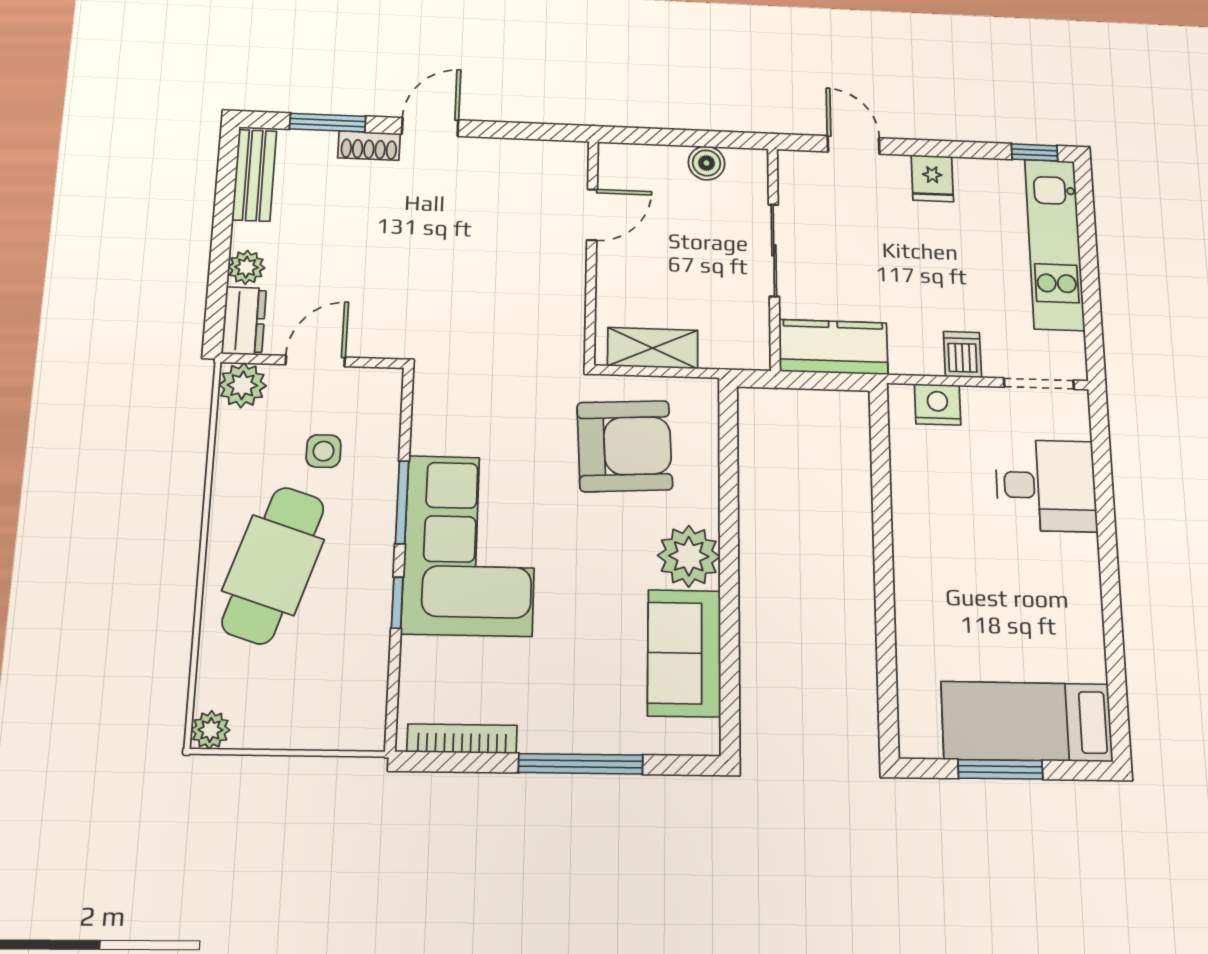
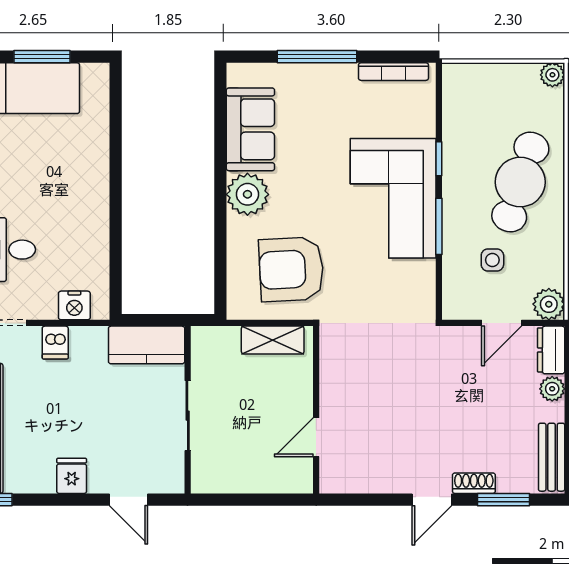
boiler: (707, 163) -> (235, 481), removed

